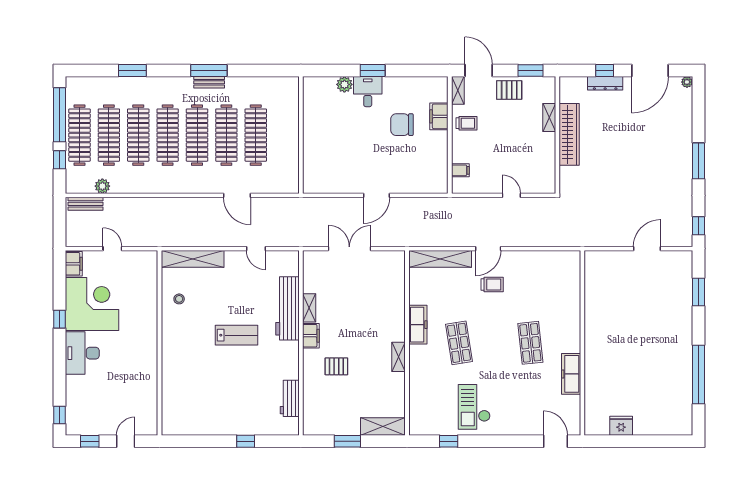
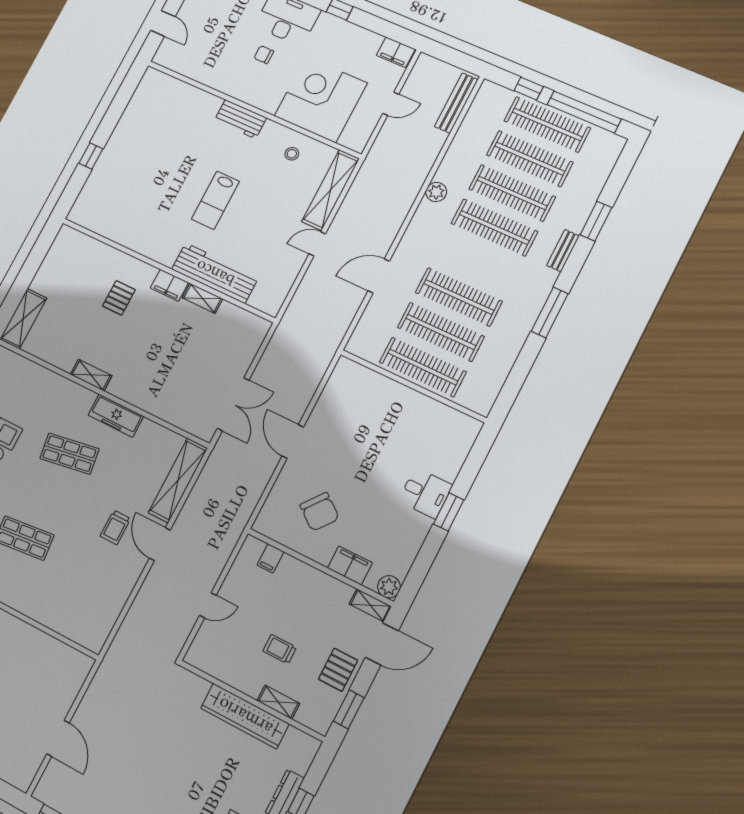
bench: (209, 82) -> (563, 251), moved
plant: (344, 84) -> (389, 587), moved
trolley: (466, 123) -> (280, 649), moved, turned 90
chair: (402, 125) -> (319, 512), moved, turned 128
clothes rail: (197, 135) -> (423, 367), moved
plant: (102, 186) -> (436, 192), moved
bench: (86, 204) -> (456, 103), width x1.36
door: (256, 249) -> (317, 244), moved
double door: (349, 249) -> (233, 404), moved
corner desk: (92, 304) -> (321, 100), moved, turned 180
chair: (117, 356) -> (264, 55), added
workbench: (290, 398) -> (240, 119), moved, turned 180
window: (347, 441) -> (29, 270), removed

